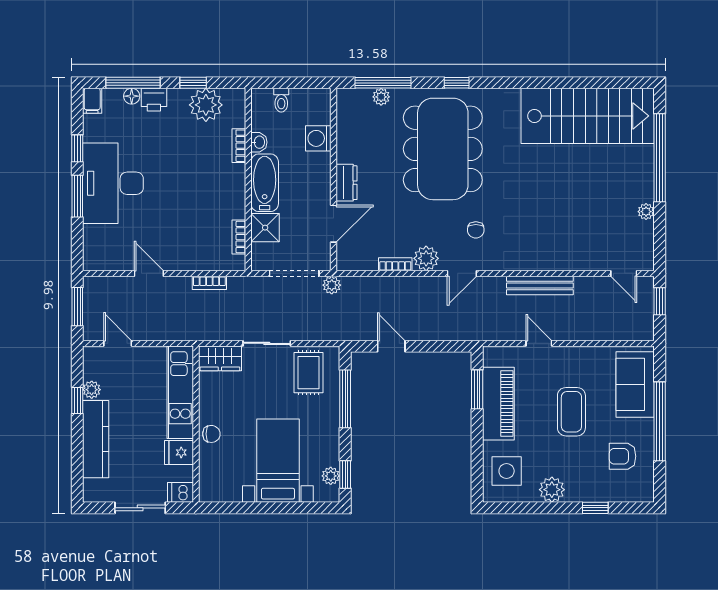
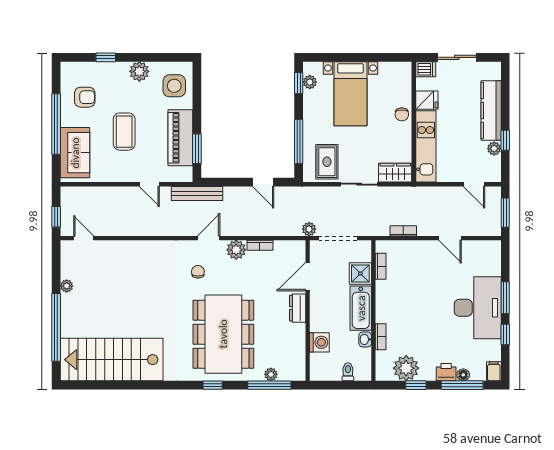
bench: (540, 285) -> (197, 193), moved
chair: (211, 434) -> (402, 114), turned -90

